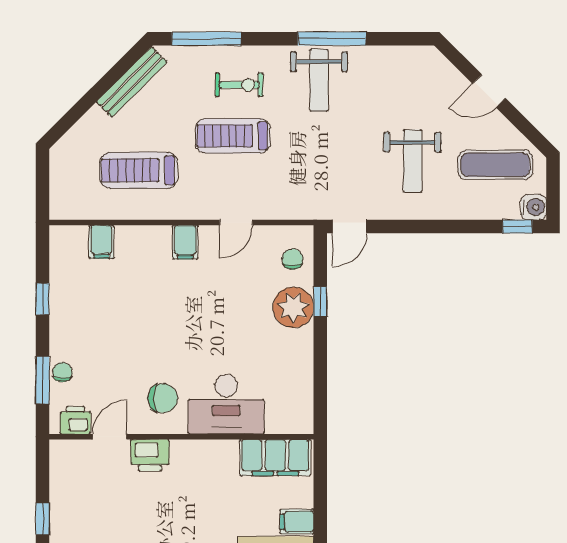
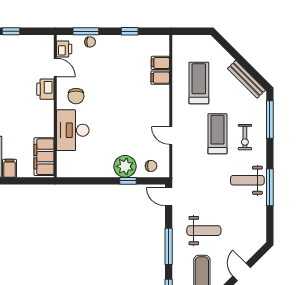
weight bench: (412, 161) -> (204, 231), turned 180
window: (442, 226) -> (169, 246), added
filing cabinet: (185, 242) -> (160, 78), moved

